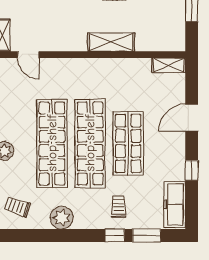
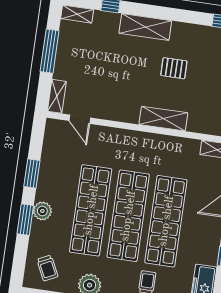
shop shelf: (128, 143) -> (166, 221), width x1.40
trolley: (17, 207) -> (47, 268), turned -134

